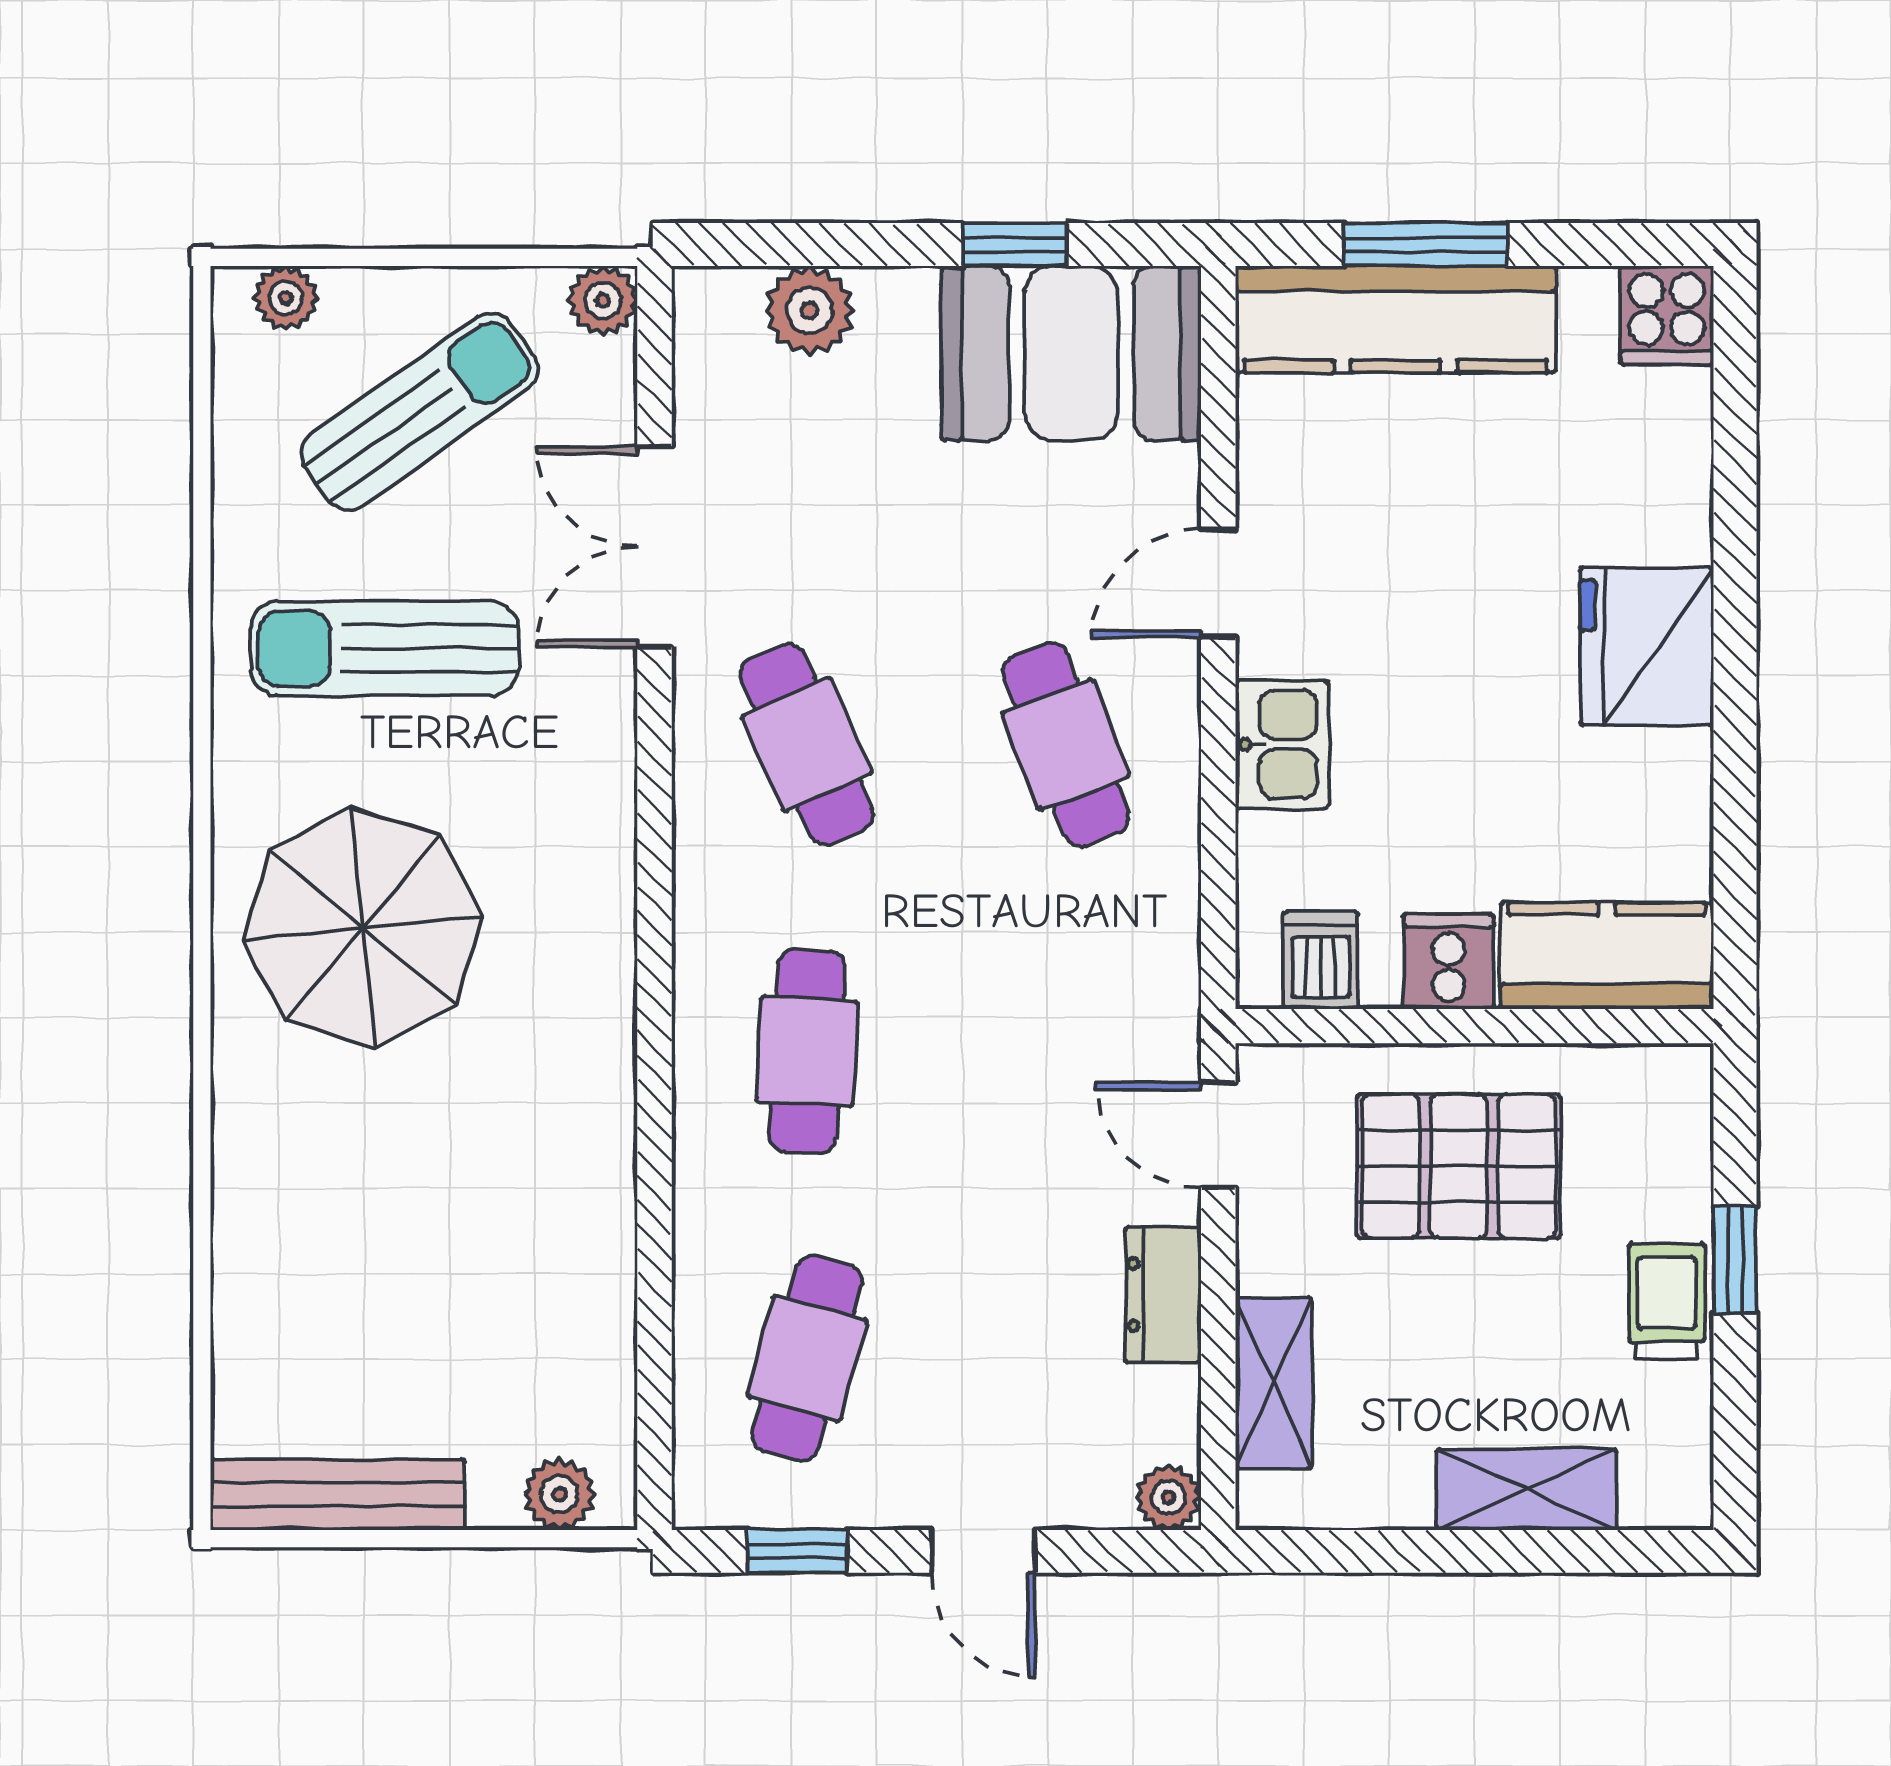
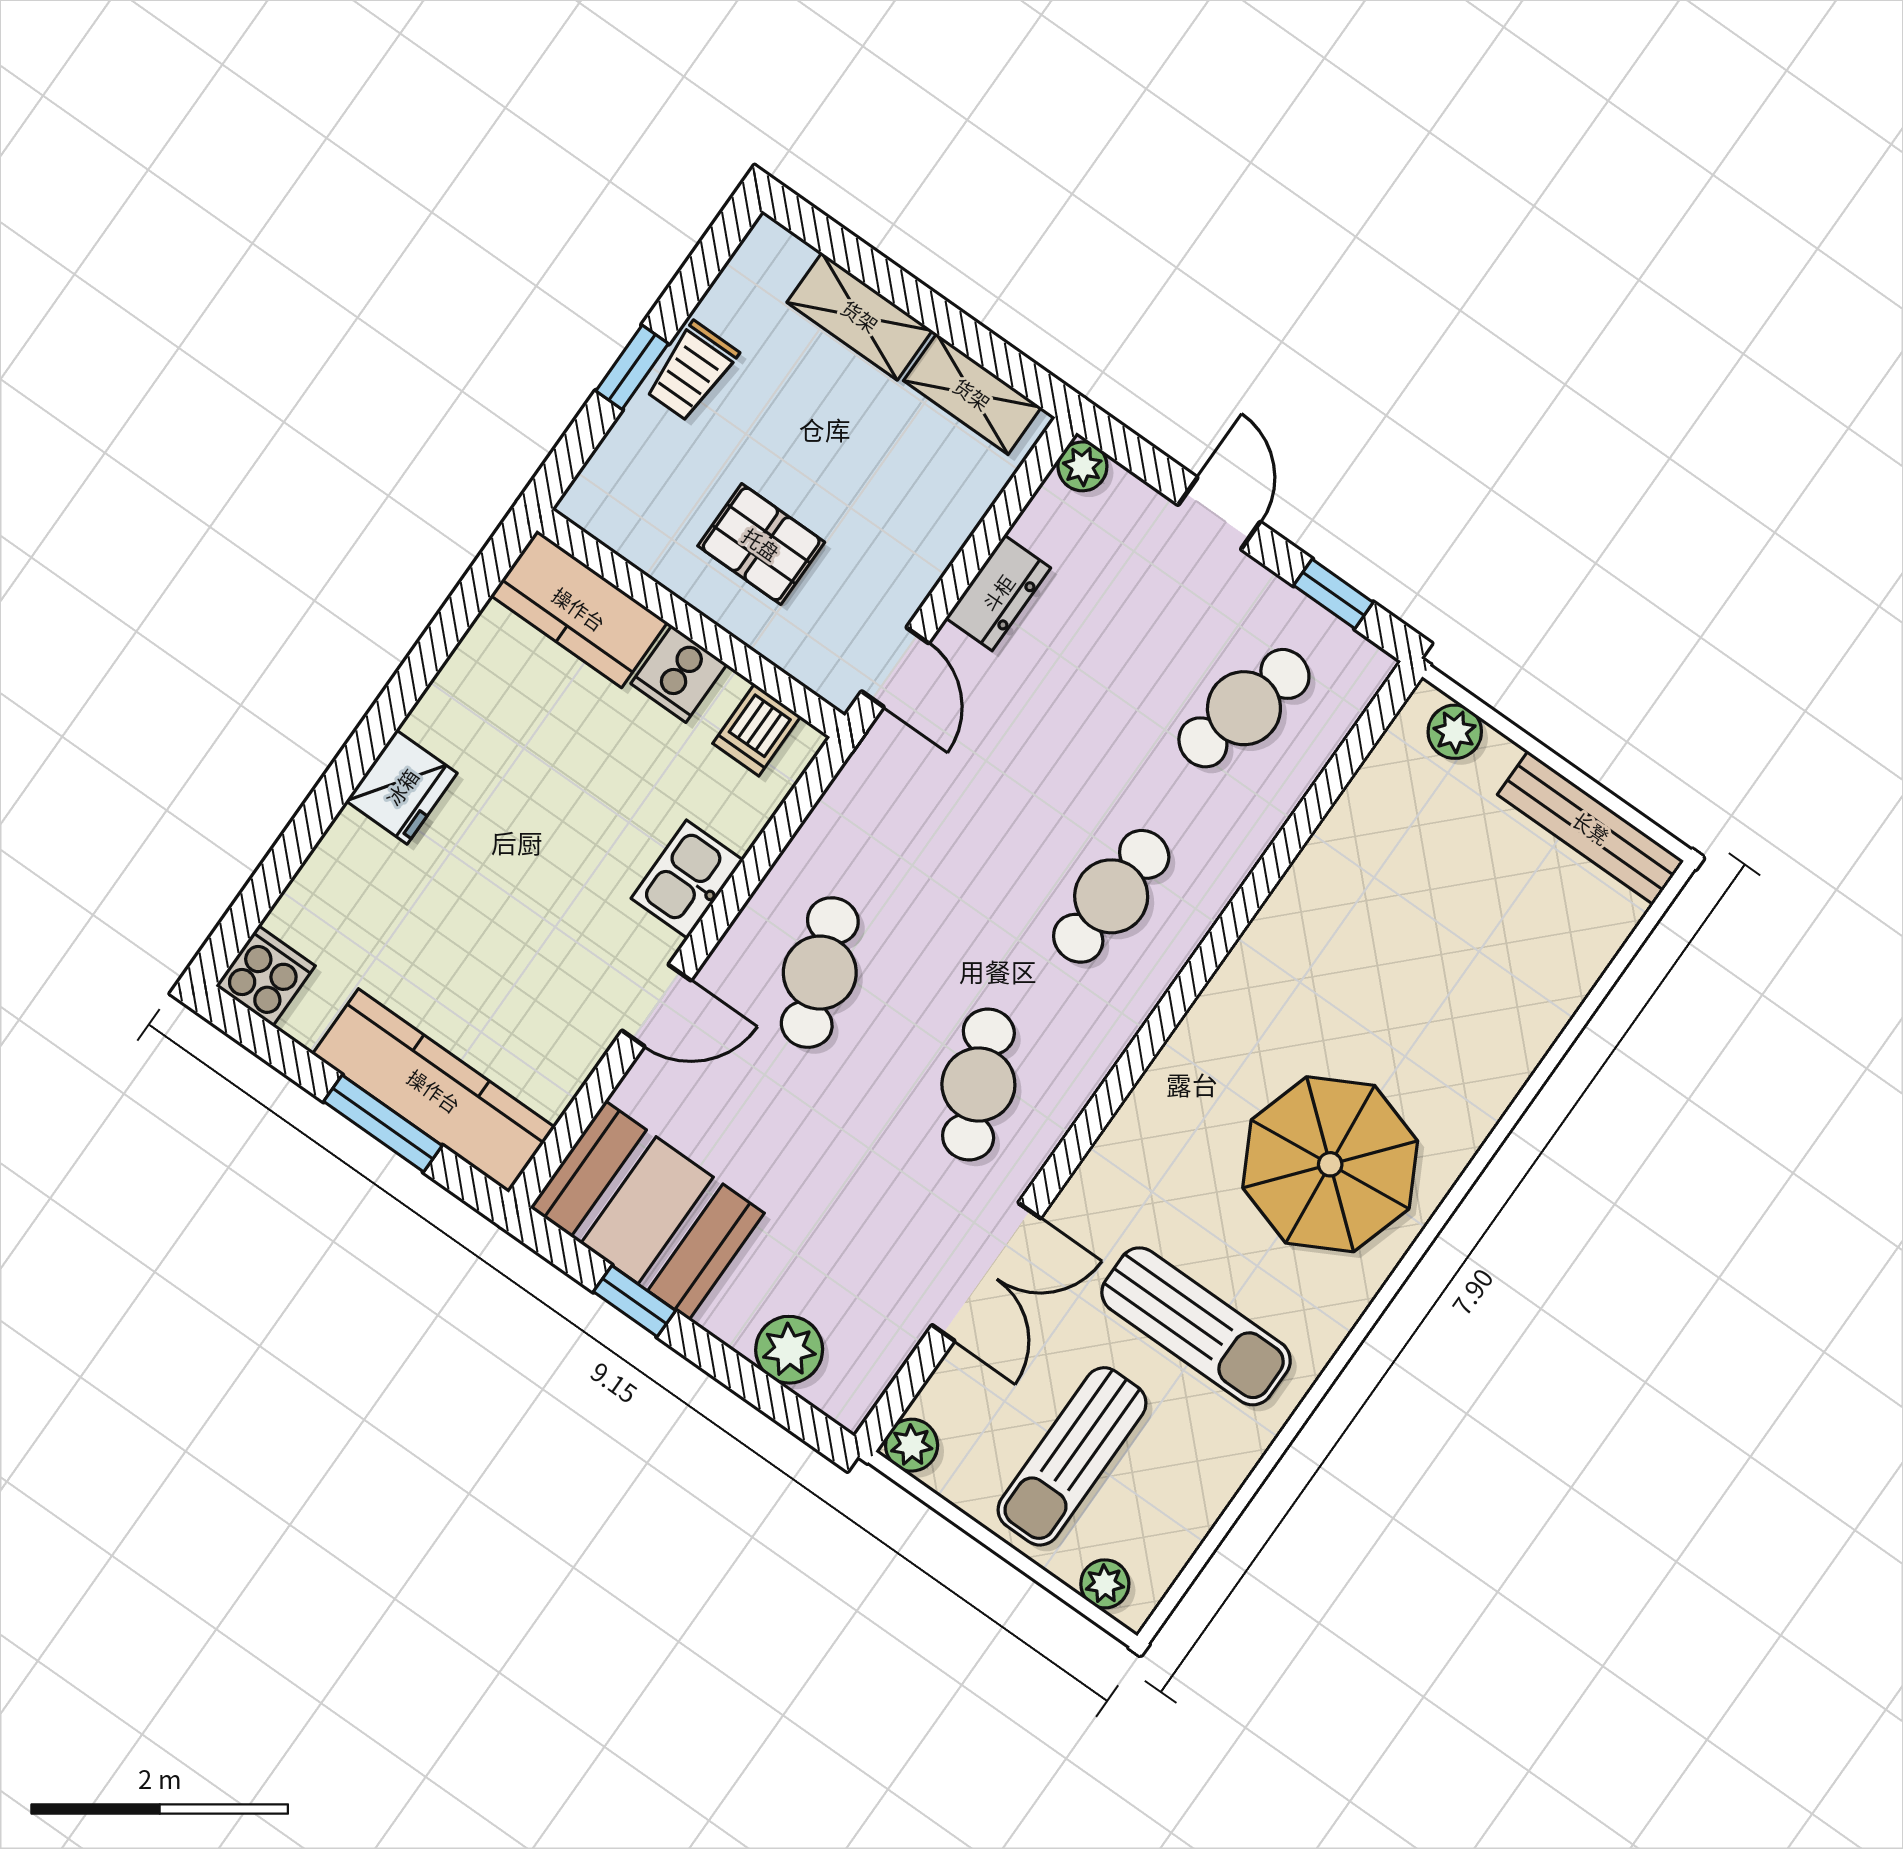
sun lounger: (419, 412) -> (1072, 1456), turned -55
fridge: (1647, 646) -> (402, 787), width x0.73, depth x0.75
pallet: (1459, 1166) -> (761, 544), width x0.67, depth x0.71
shelving: (1274, 1383) -> (972, 394), moved, turned 90

